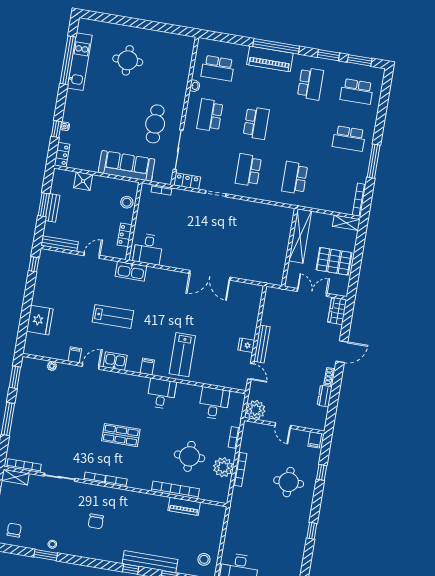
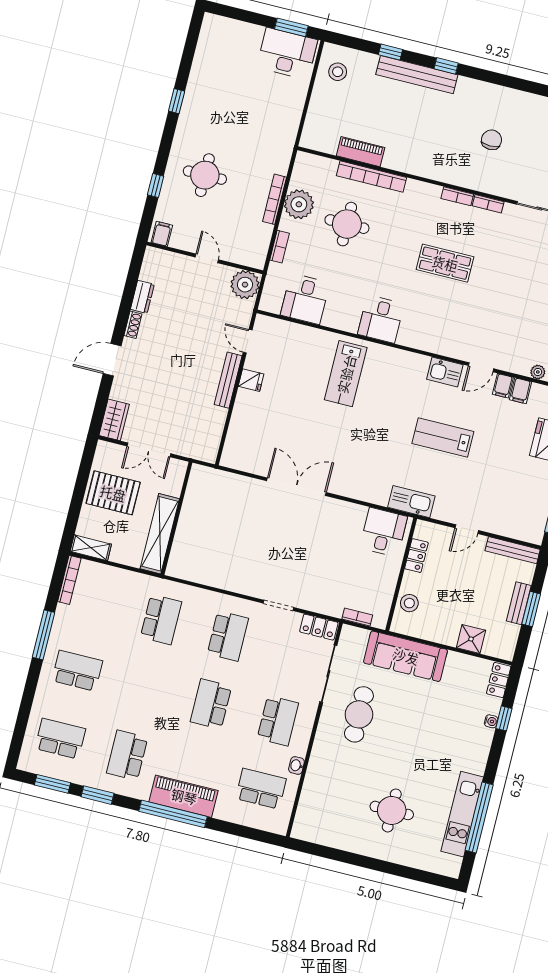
lab bench: (182, 355) -> (346, 374), turned 180
filing cabinet: (147, 367) -> (520, 391), moved

